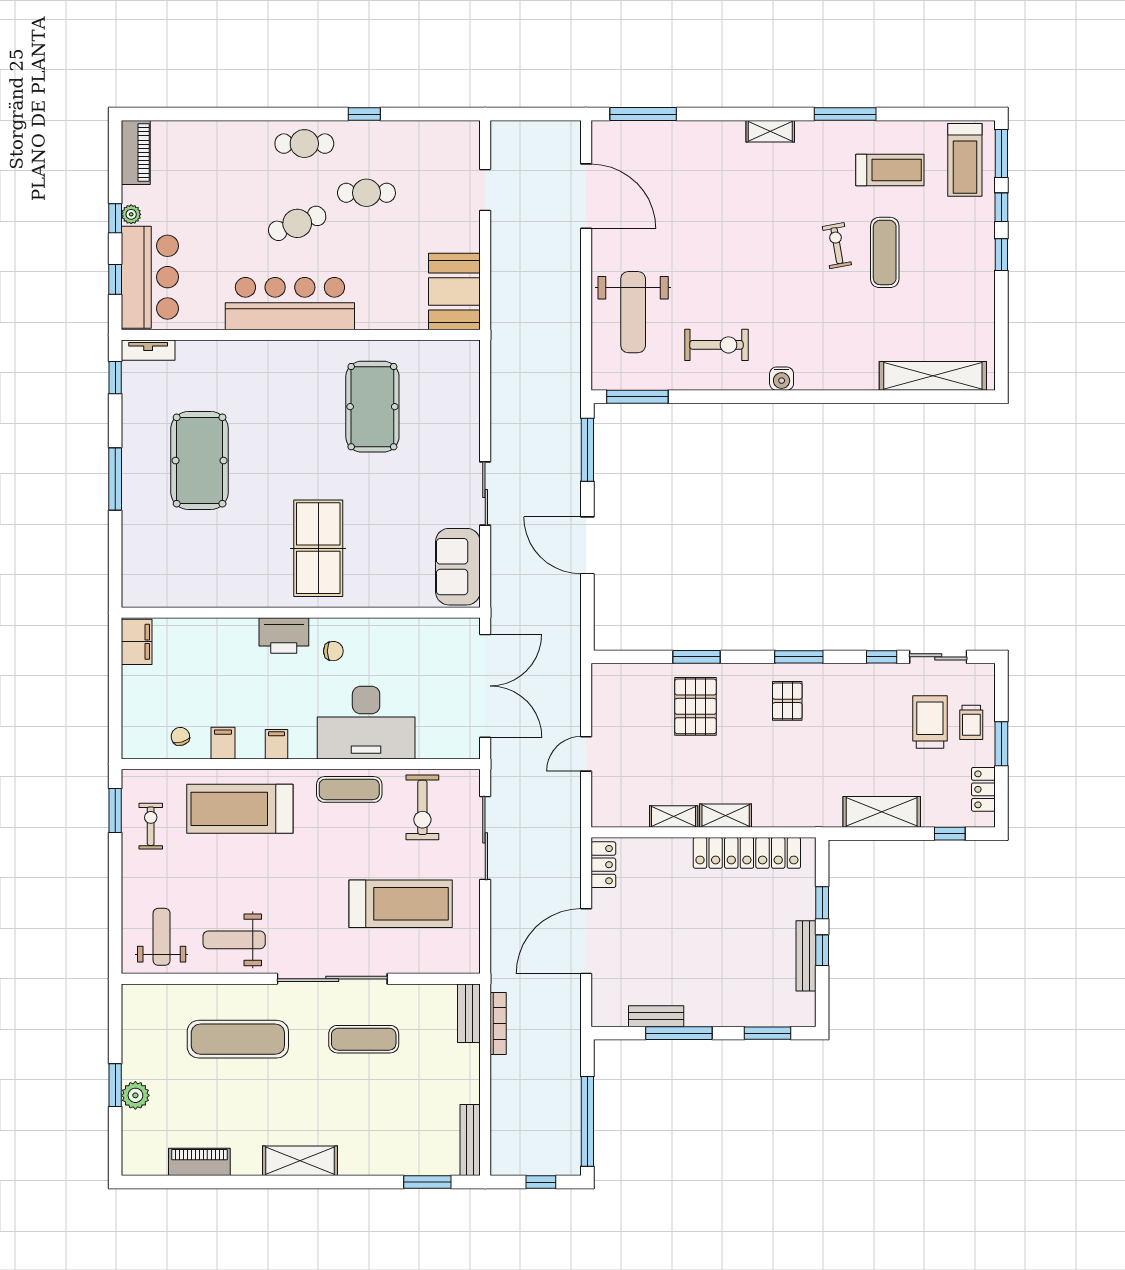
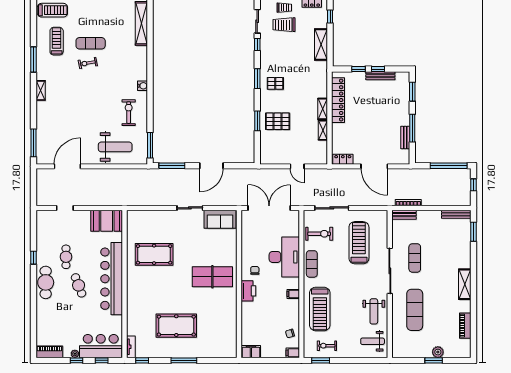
cafe table: (304, 144) -> (46, 282), width x1.37, depth x1.35
bar counter: (290, 304) -> (112, 279), width x1.36
filing cabinet: (223, 743) -> (293, 353), moved

